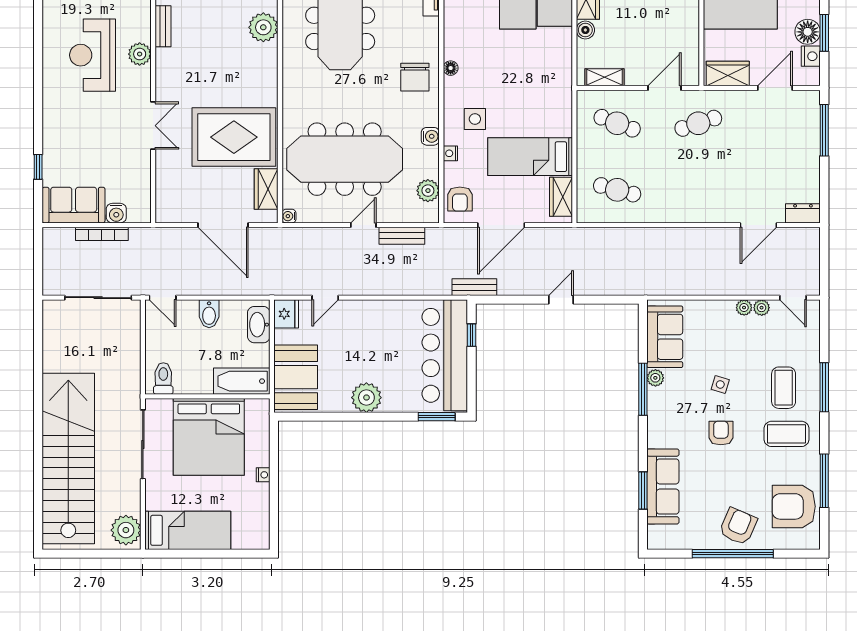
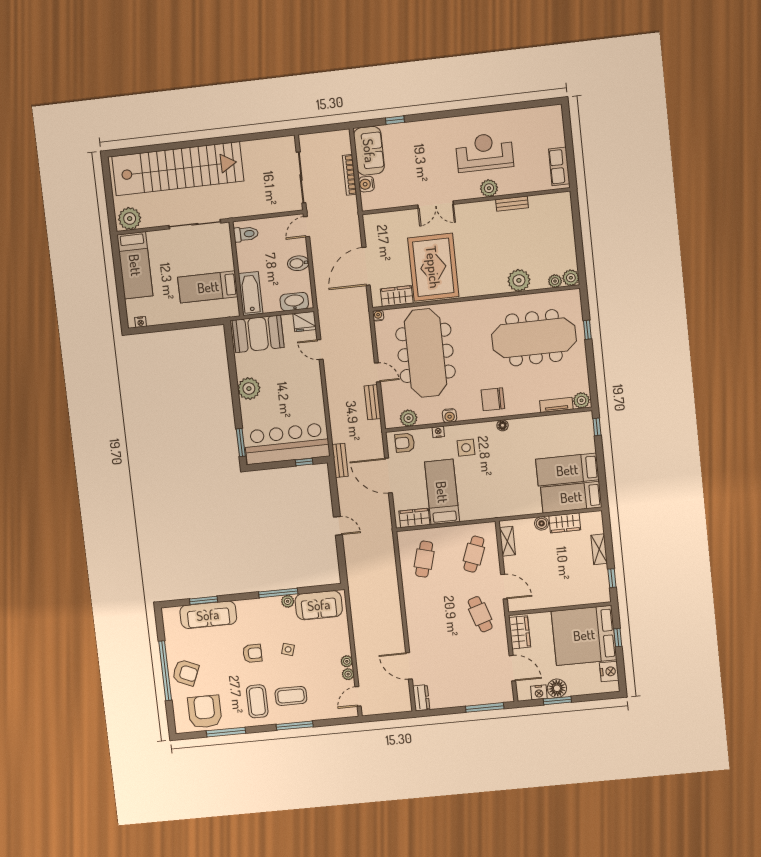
bed: (209, 437) -> (208, 287), width x0.49
nightstand: (263, 475) -> (141, 322), moved

